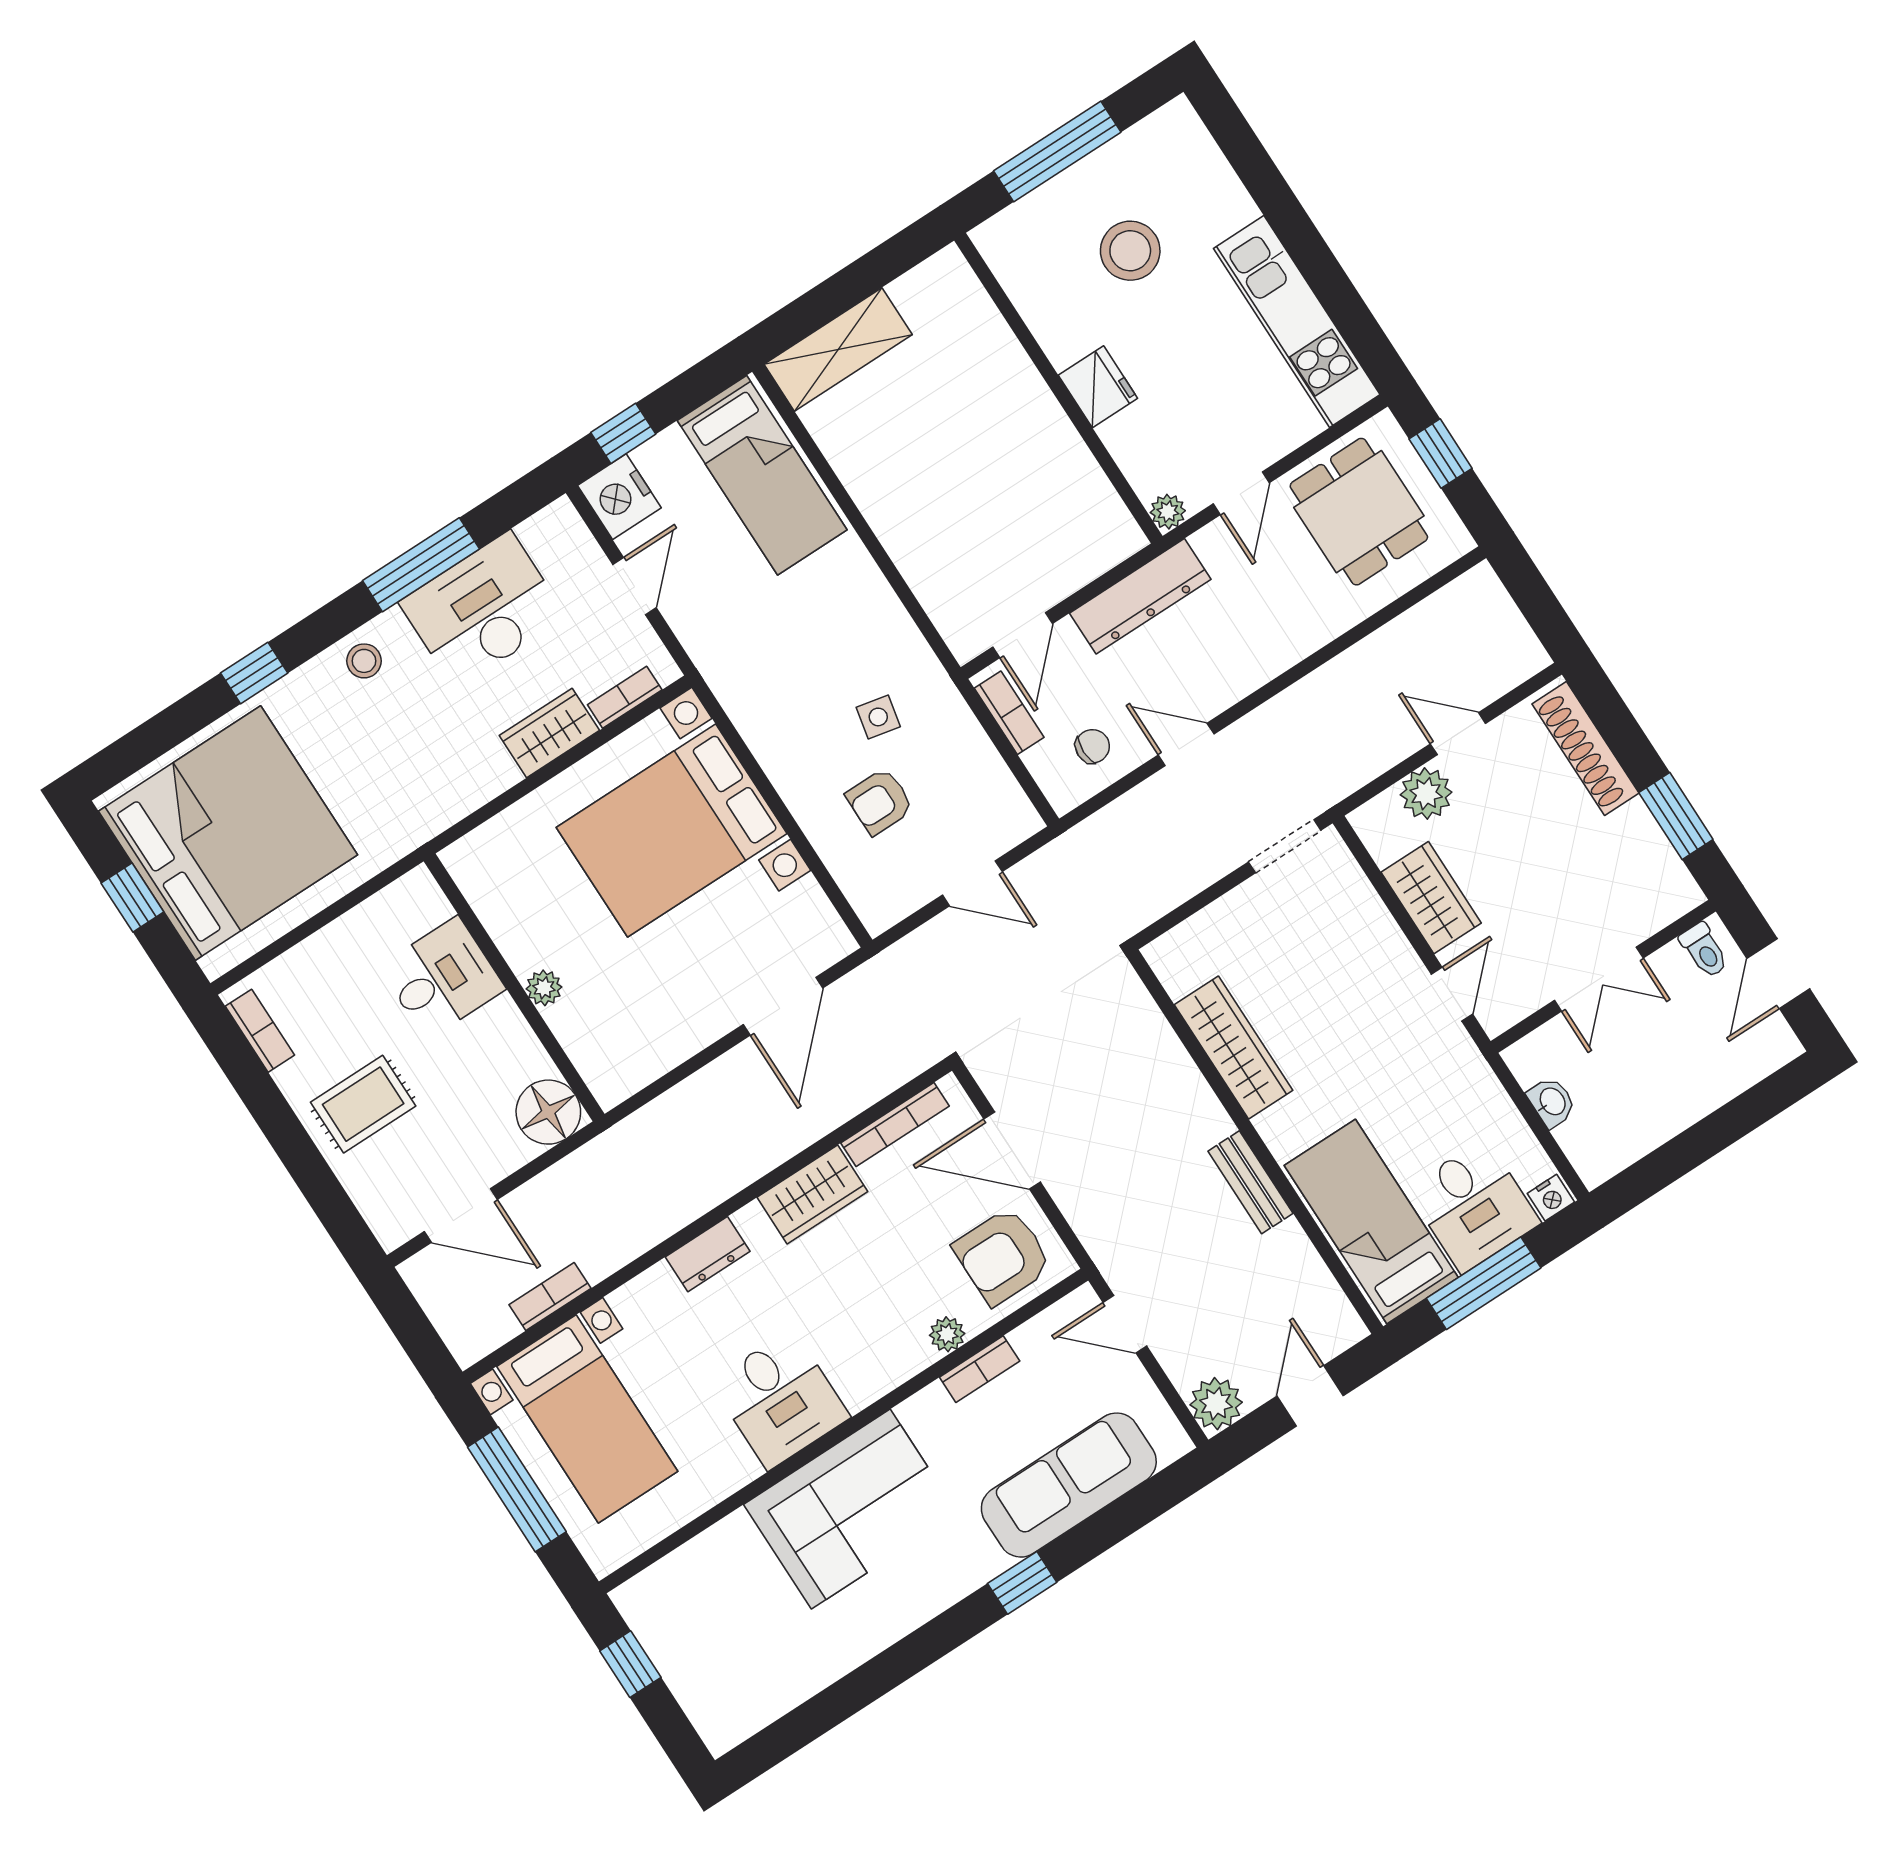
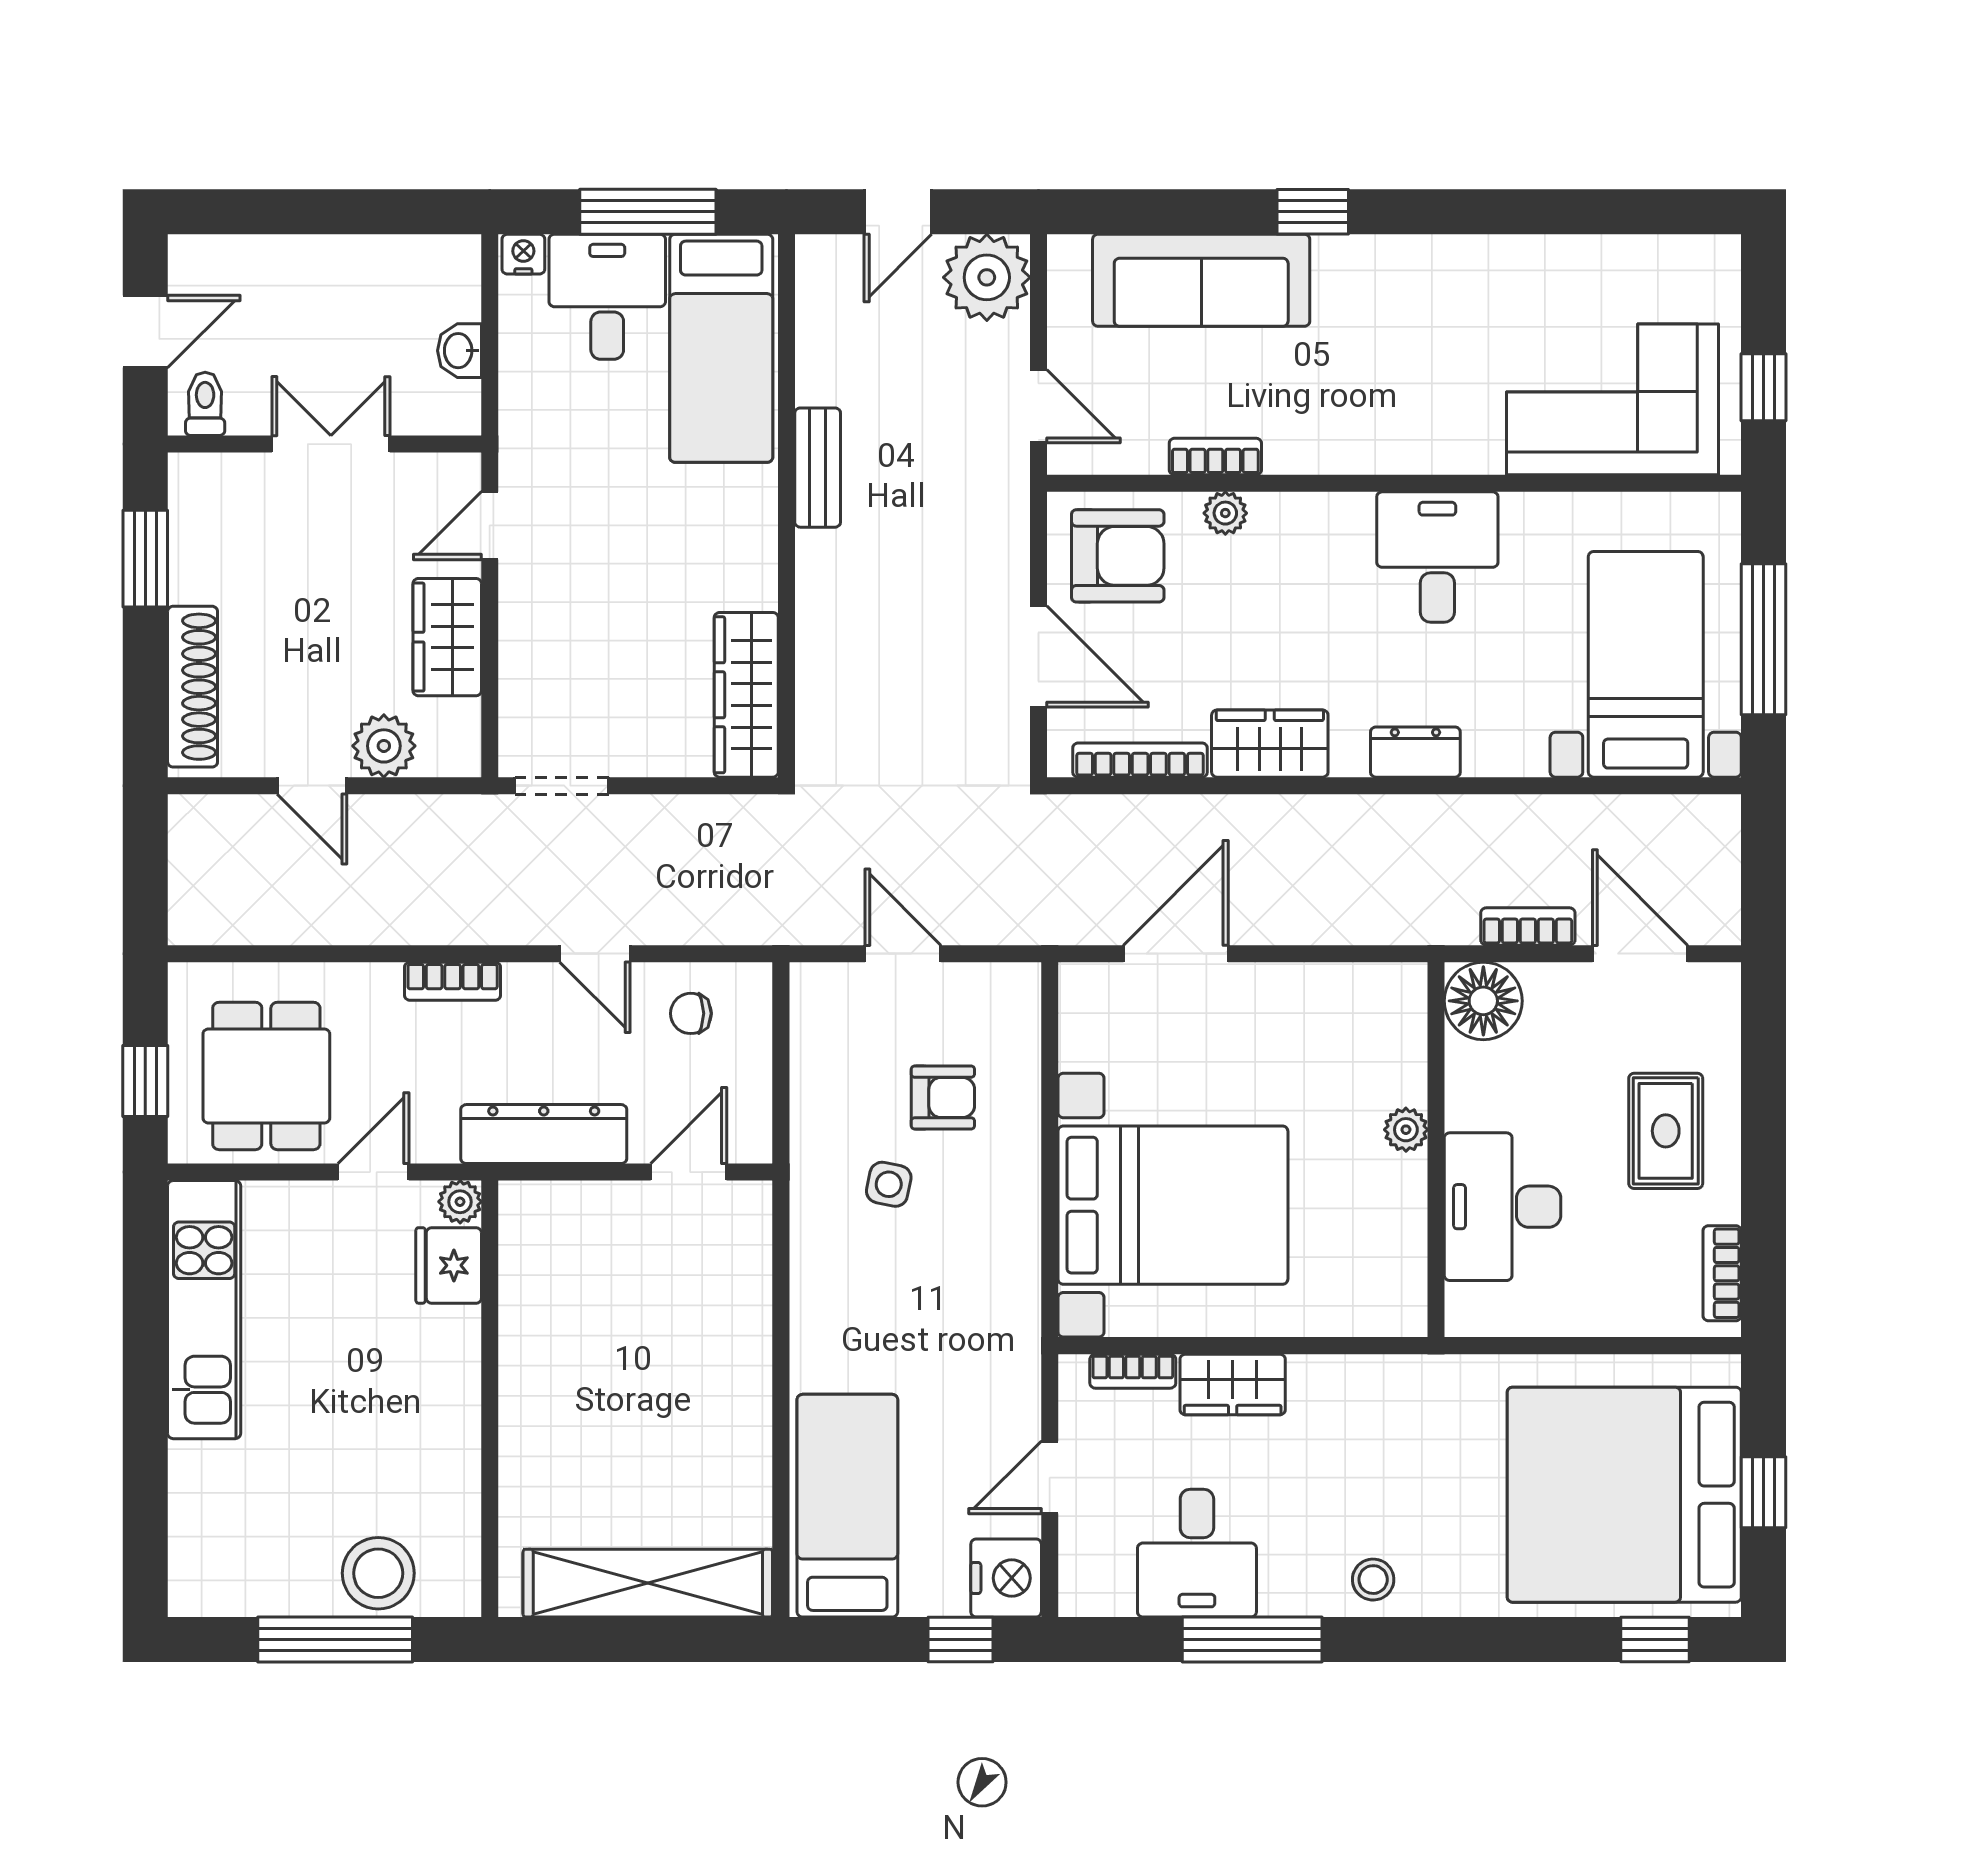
stool: (1130, 251) -> (378, 1573), moved
shelving: (838, 349) -> (648, 1583), width x1.47
fridge: (1098, 387) -> (449, 1265), moved
desk: (483, 610) -> (1197, 1553), width x0.73
window: (254, 673) -> (1655, 1640), moved
bookcase: (1009, 713) -> (453, 981), moved, turned -90
desk: (442, 978) -> (1503, 1207), width x1.37
wardrobe: (1234, 1047) -> (746, 695), moved
rug: (363, 1104) -> (1666, 1131), turned 90
bookcase: (550, 1296) -> (1528, 926), moved, turned 180
plant: (1216, 1404) -> (987, 277), width x1.36, depth x1.36
corner sofa: (851, 1509) -> (1612, 399), moved

